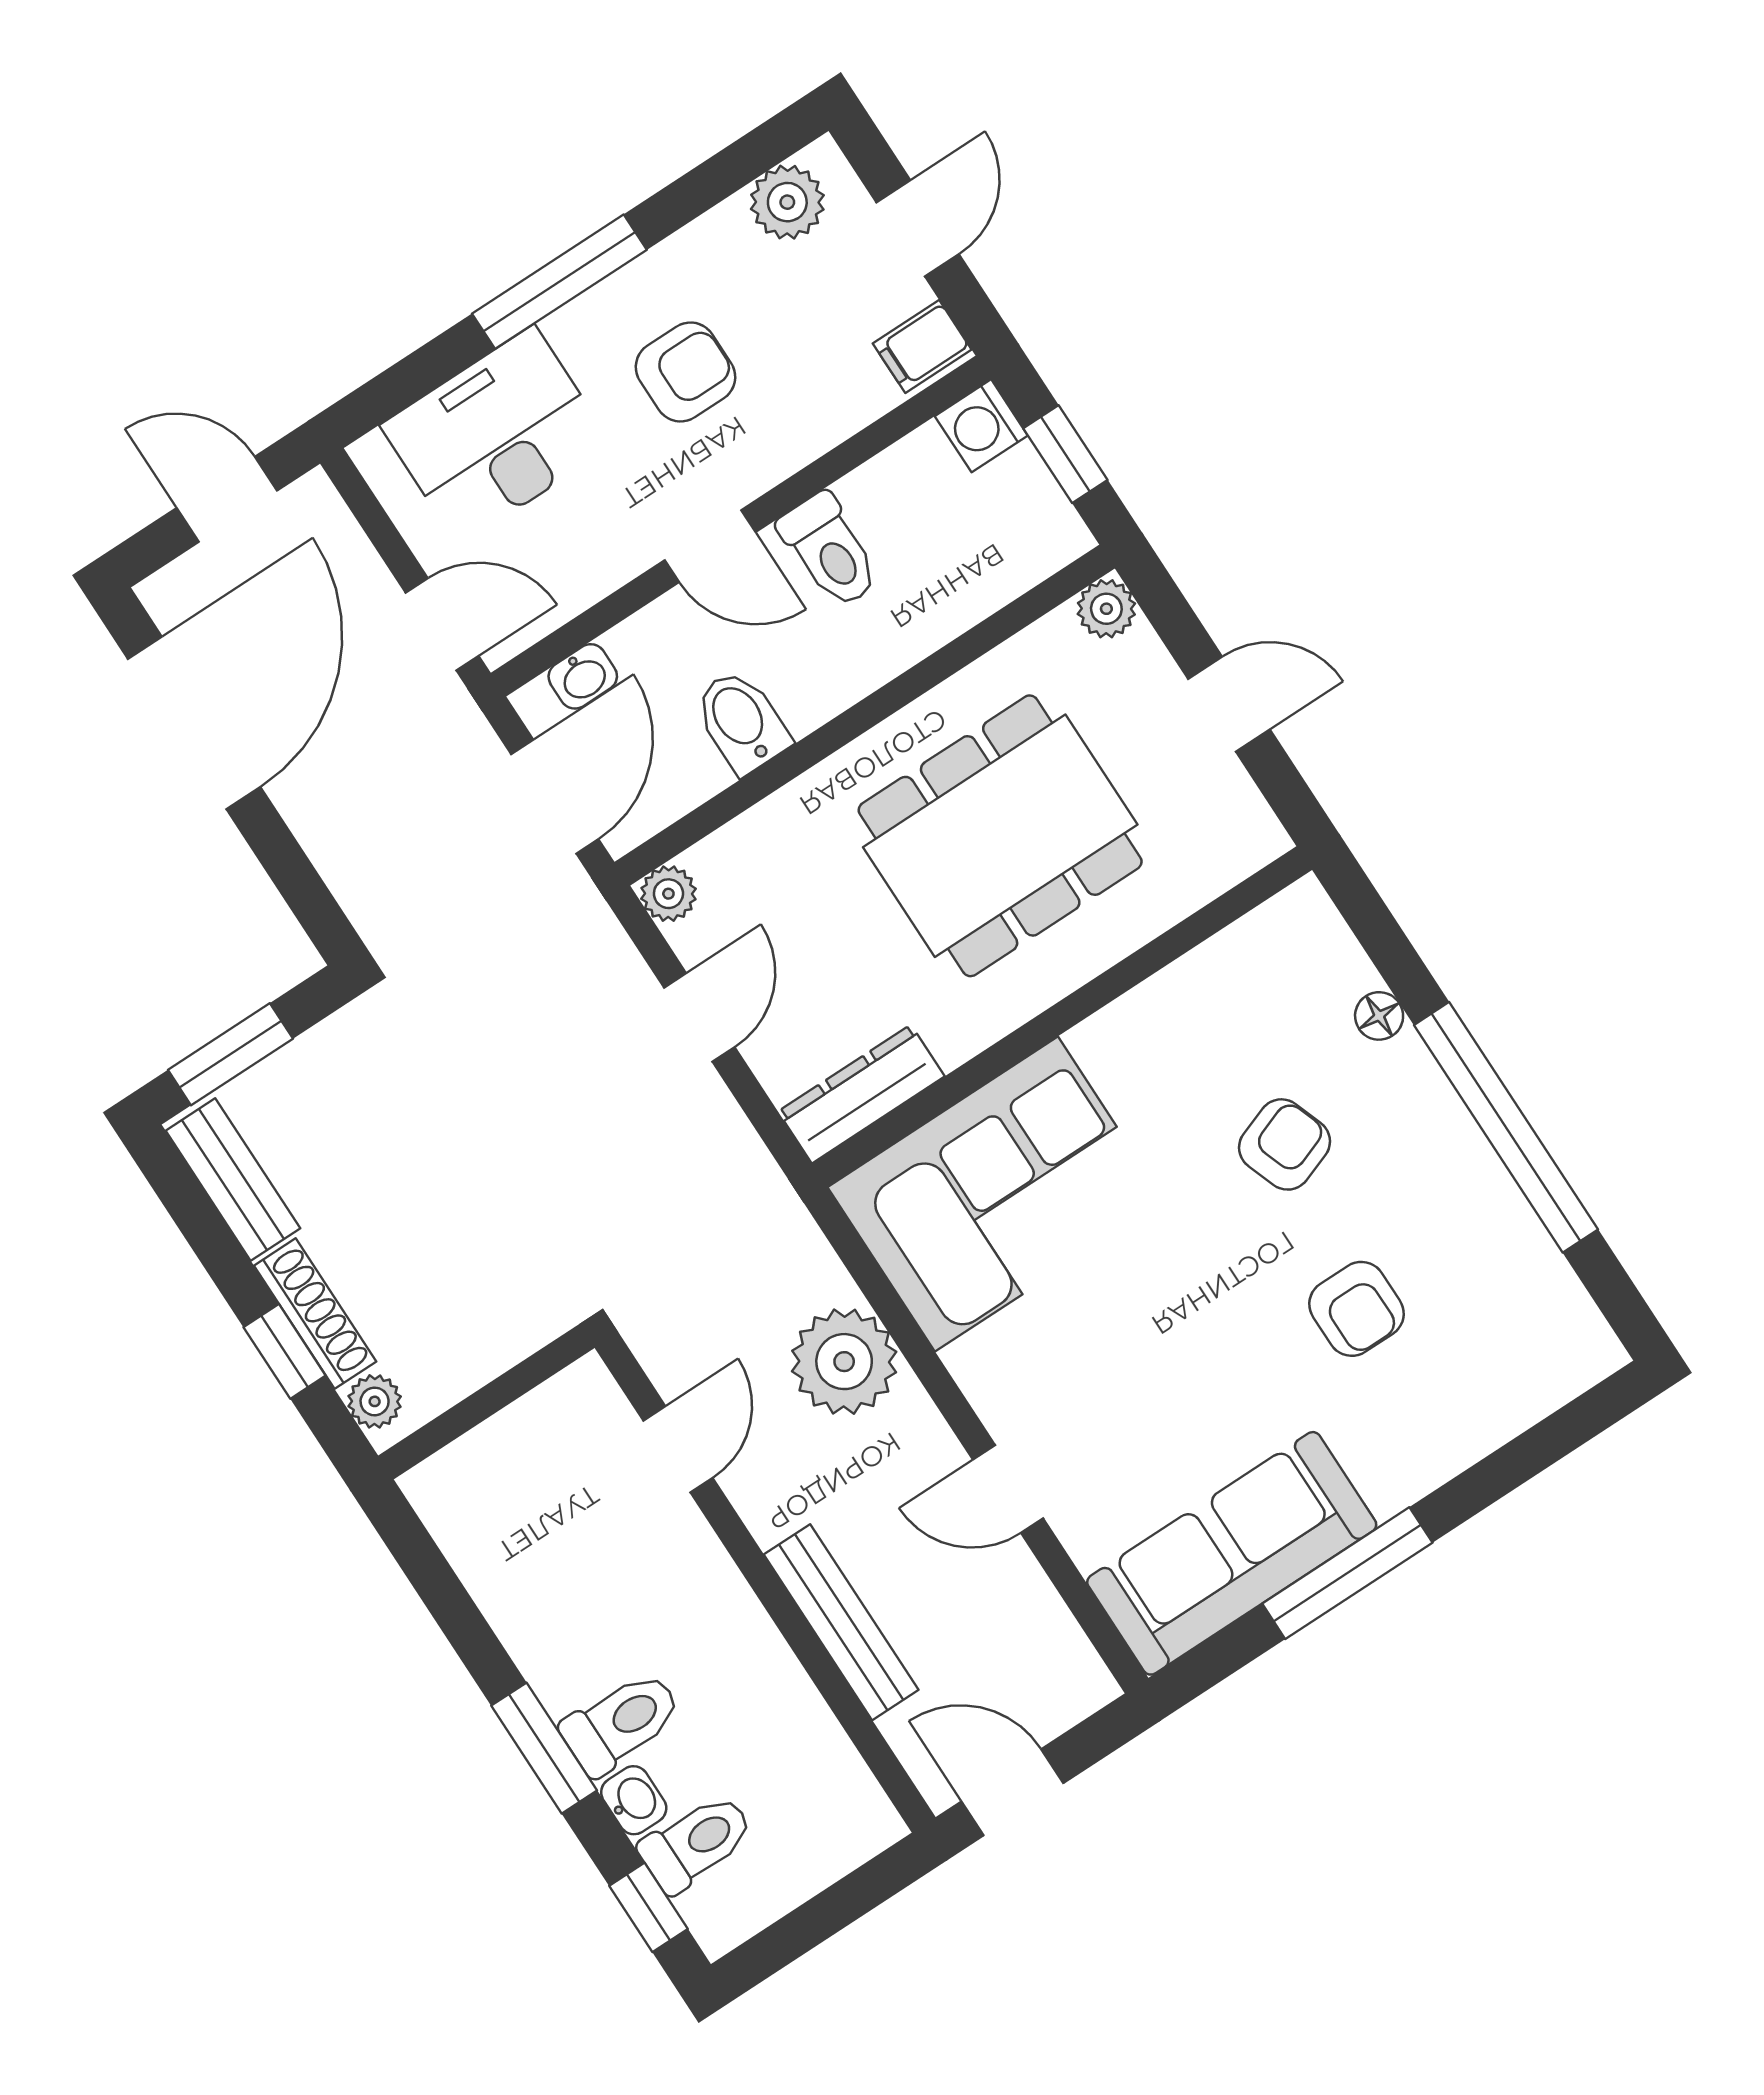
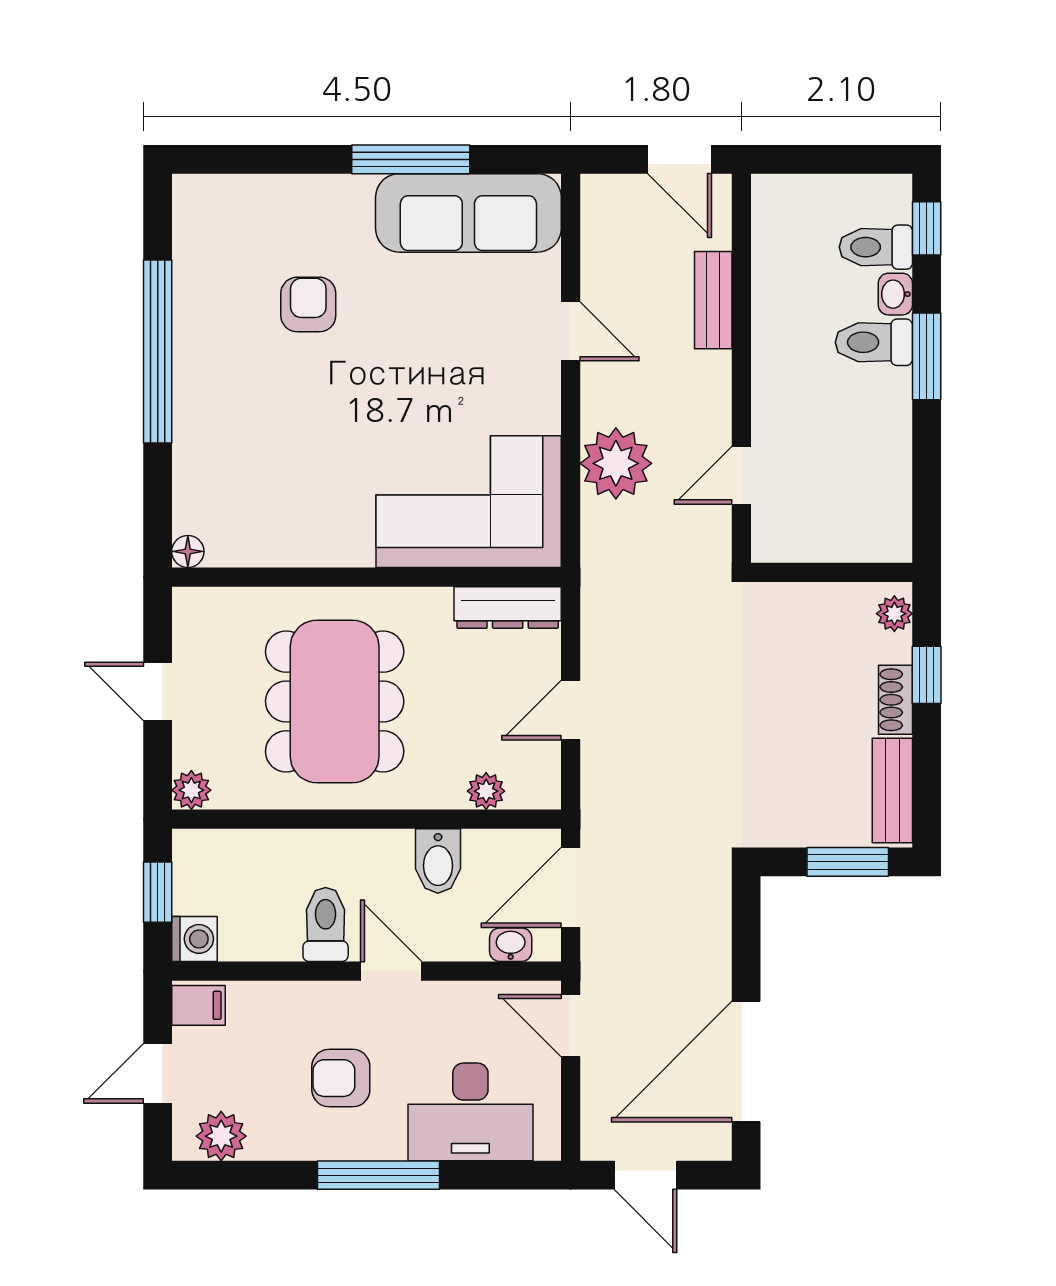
dining table: (1000, 836) -> (335, 701), turned 90
plant: (668, 894) -> (486, 791), moved
floor lamp: (1379, 1016) -> (188, 551), moved
armchair: (1285, 1144) -> (288, 423), removed
shoe rack: (315, 1314) -> (896, 700), width x0.70
bench: (841, 1622) -> (713, 300), width x0.73

